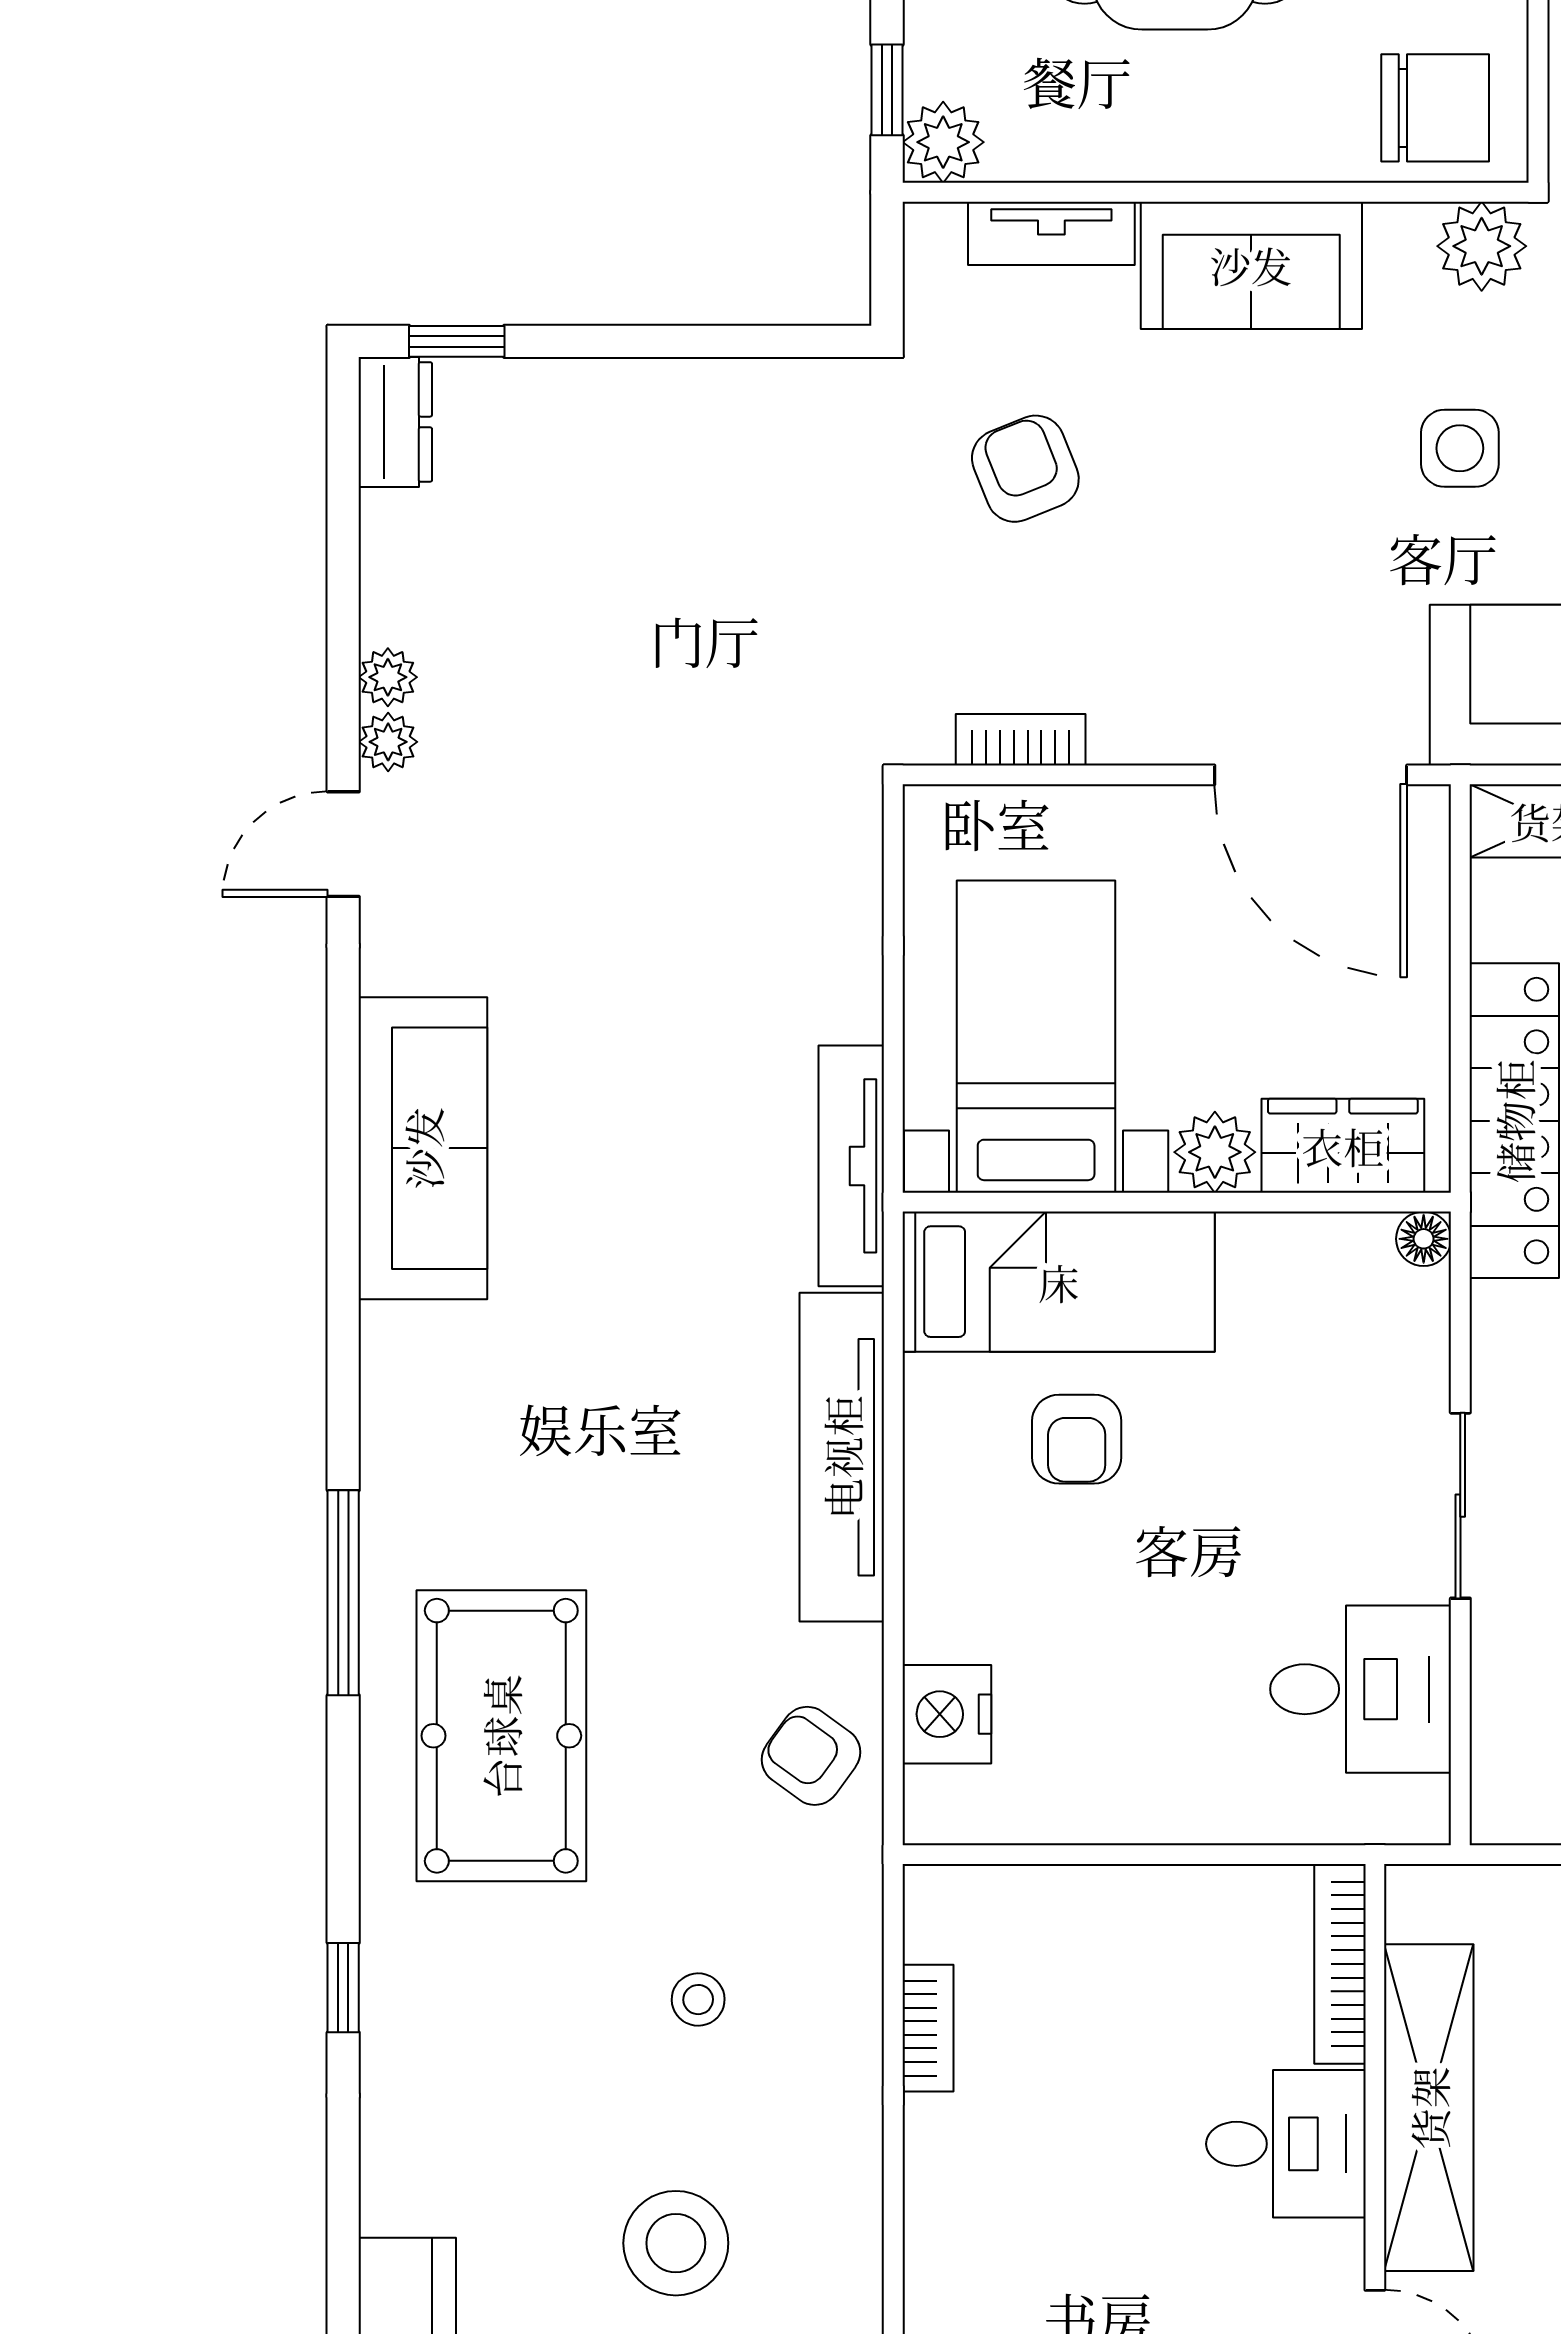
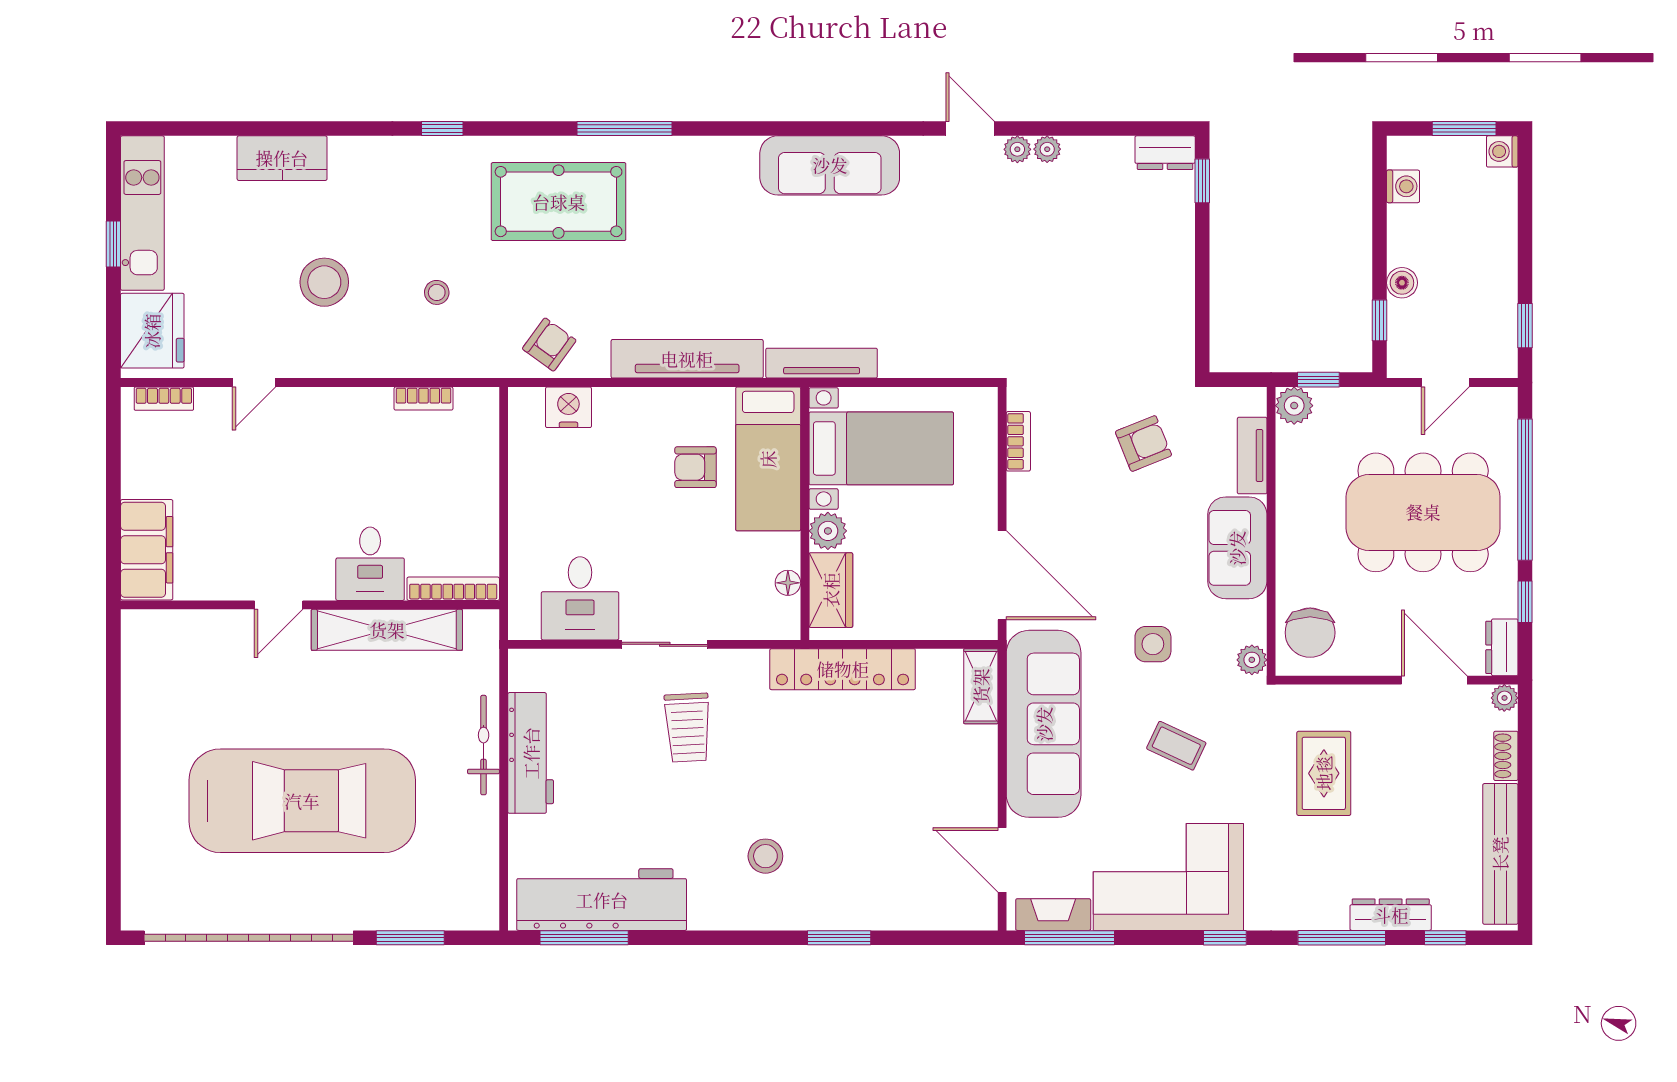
plant: (1482, 246) -> (1252, 660), width x0.73, depth x0.73
door: (1311, 775) -> (1002, 575), swing flipped
floor lamp: (1424, 1239) -> (788, 583), moved

